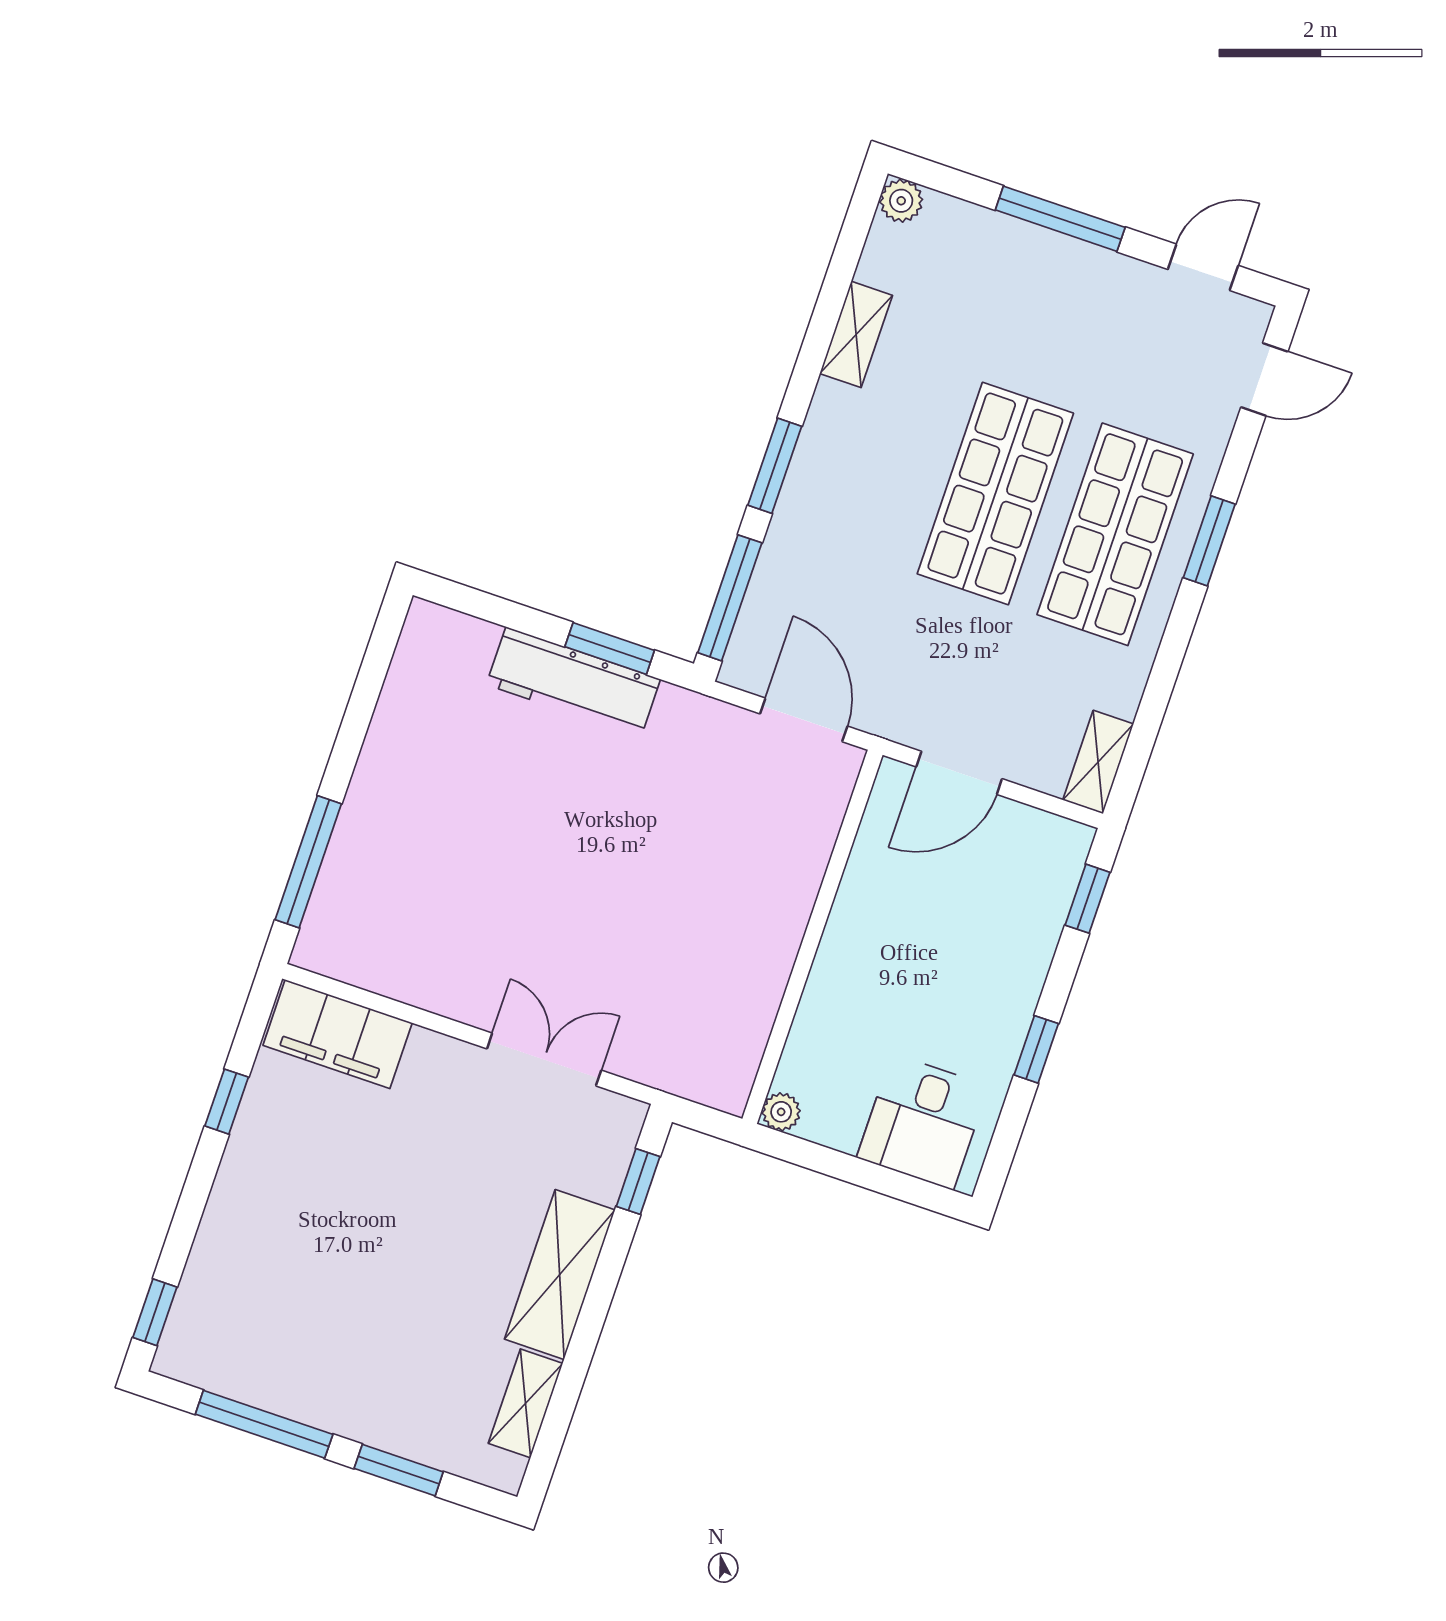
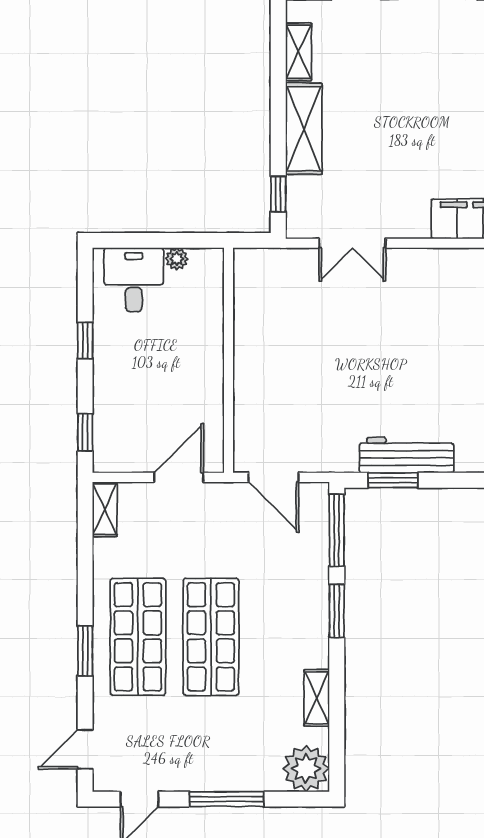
plant: (901, 201) -> (306, 768), width x1.88, depth x1.88
plant: (781, 1112) -> (177, 259), moved

